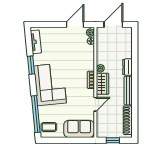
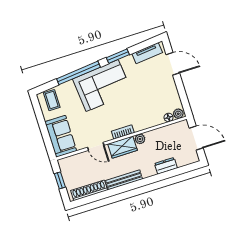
door: (75, 25) -> (173, 64), moved
dresser: (127, 67) -> (166, 166), moved
window: (36, 114) -> (78, 73), moved

